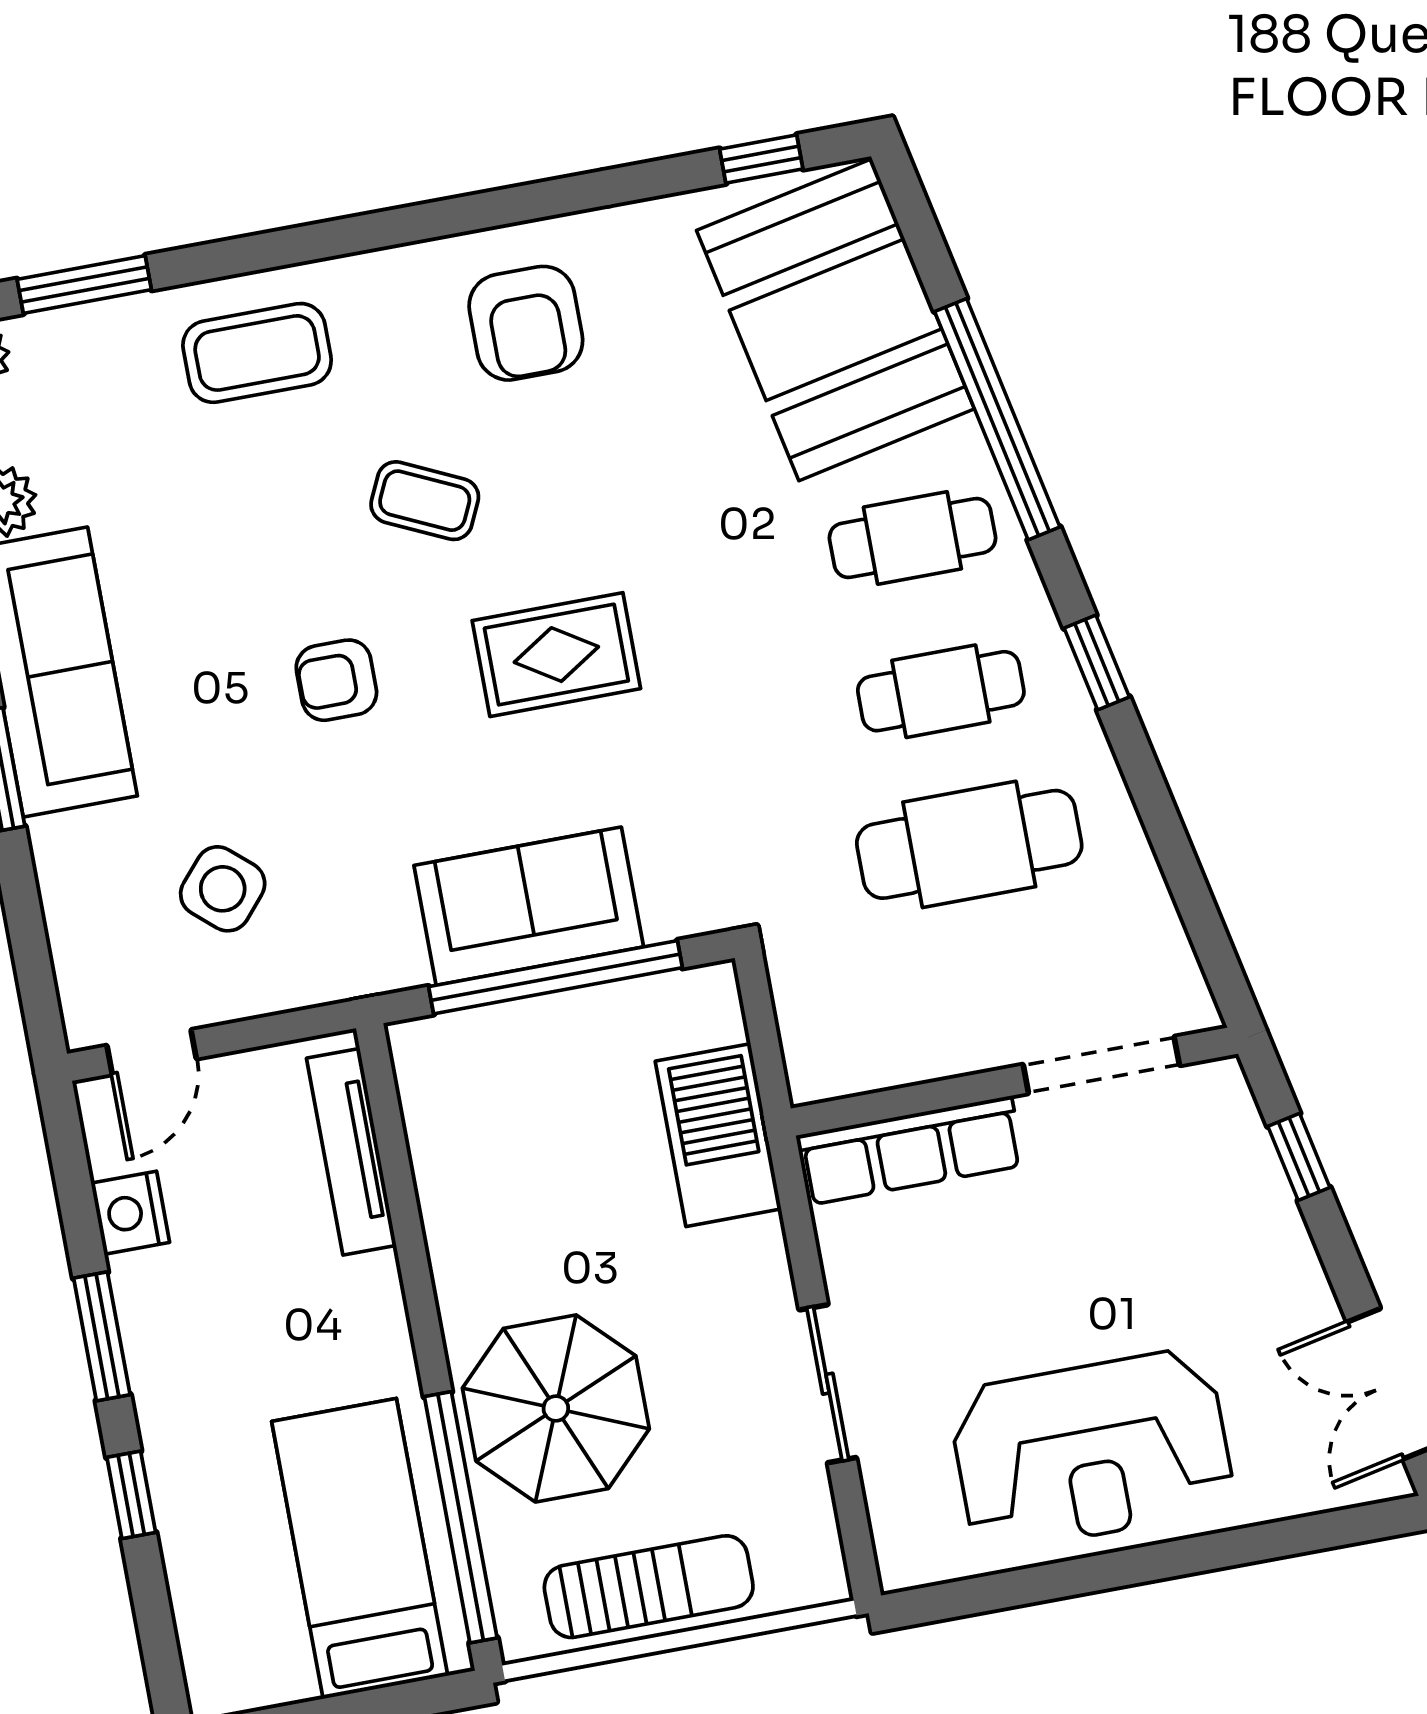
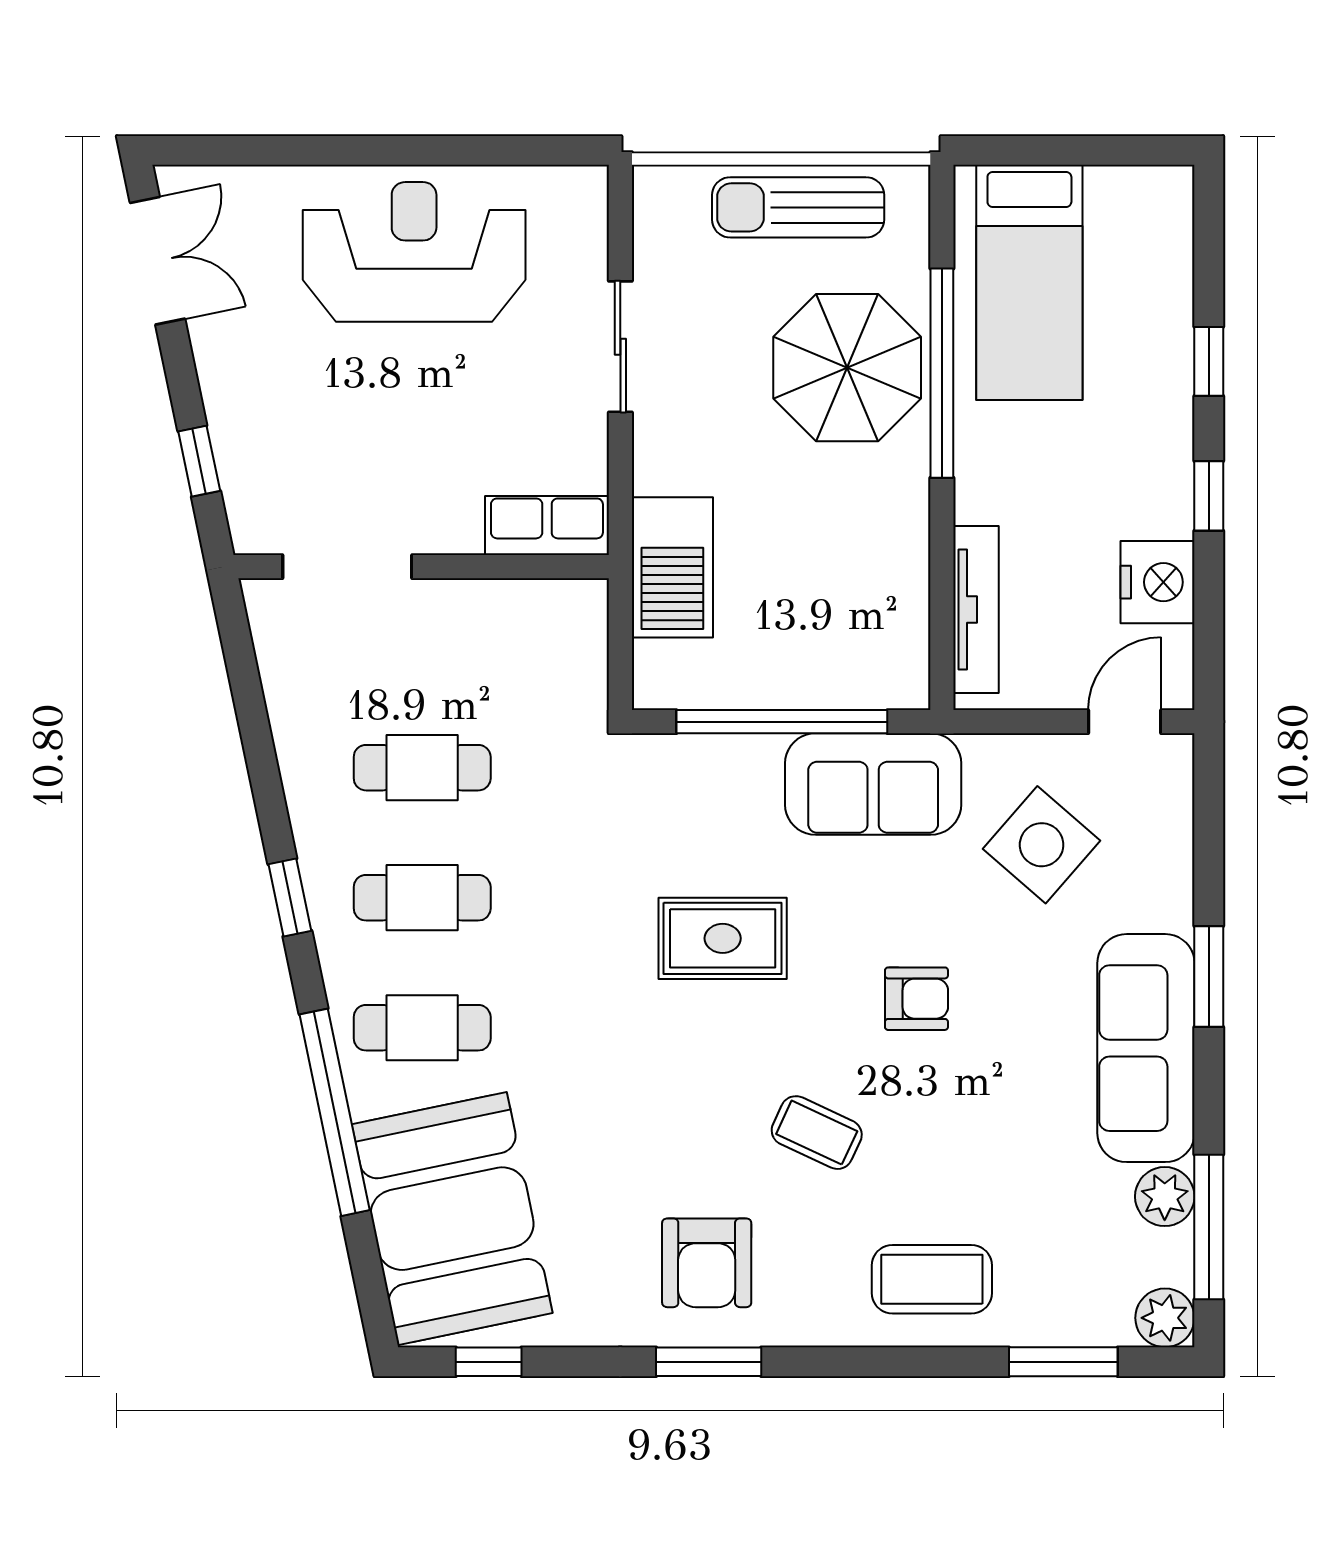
window: (502, 207) -> (709, 1362), added
armchair: (526, 323) -> (707, 1263), turned 180
rug: (556, 655) -> (723, 938), moved
cafe table: (969, 844) -> (422, 768), width x0.73, depth x0.74
side table: (223, 889) -> (1042, 845), width x1.37, depth x1.37
sofa: (529, 906) -> (873, 784), moved
row of seats: (910, 1150) -> (547, 526), width x0.68
nightstand: (130, 1213) -> (1158, 582), width x1.36, depth x1.33
window: (102, 1336) -> (1209, 496), width x0.67
window: (461, 1517) -> (942, 373), moved

